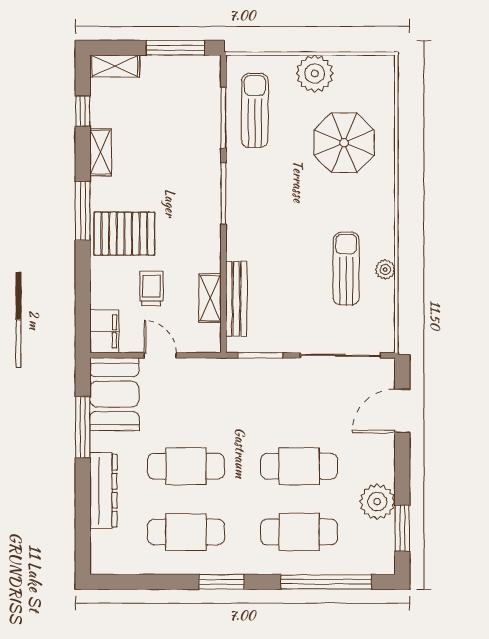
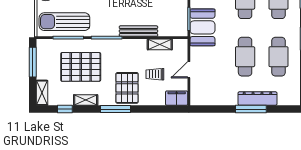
sun lounger: (255, 110) -> (64, 22), width x1.36, depth x1.34
pallet: (166, 142) -> (81, 67), added
bench: (236, 299) -> (138, 31), moved
booth: (114, 394) -> (202, 27), moved, turned 90
window: (83, 427) -> (251, 109), moved

